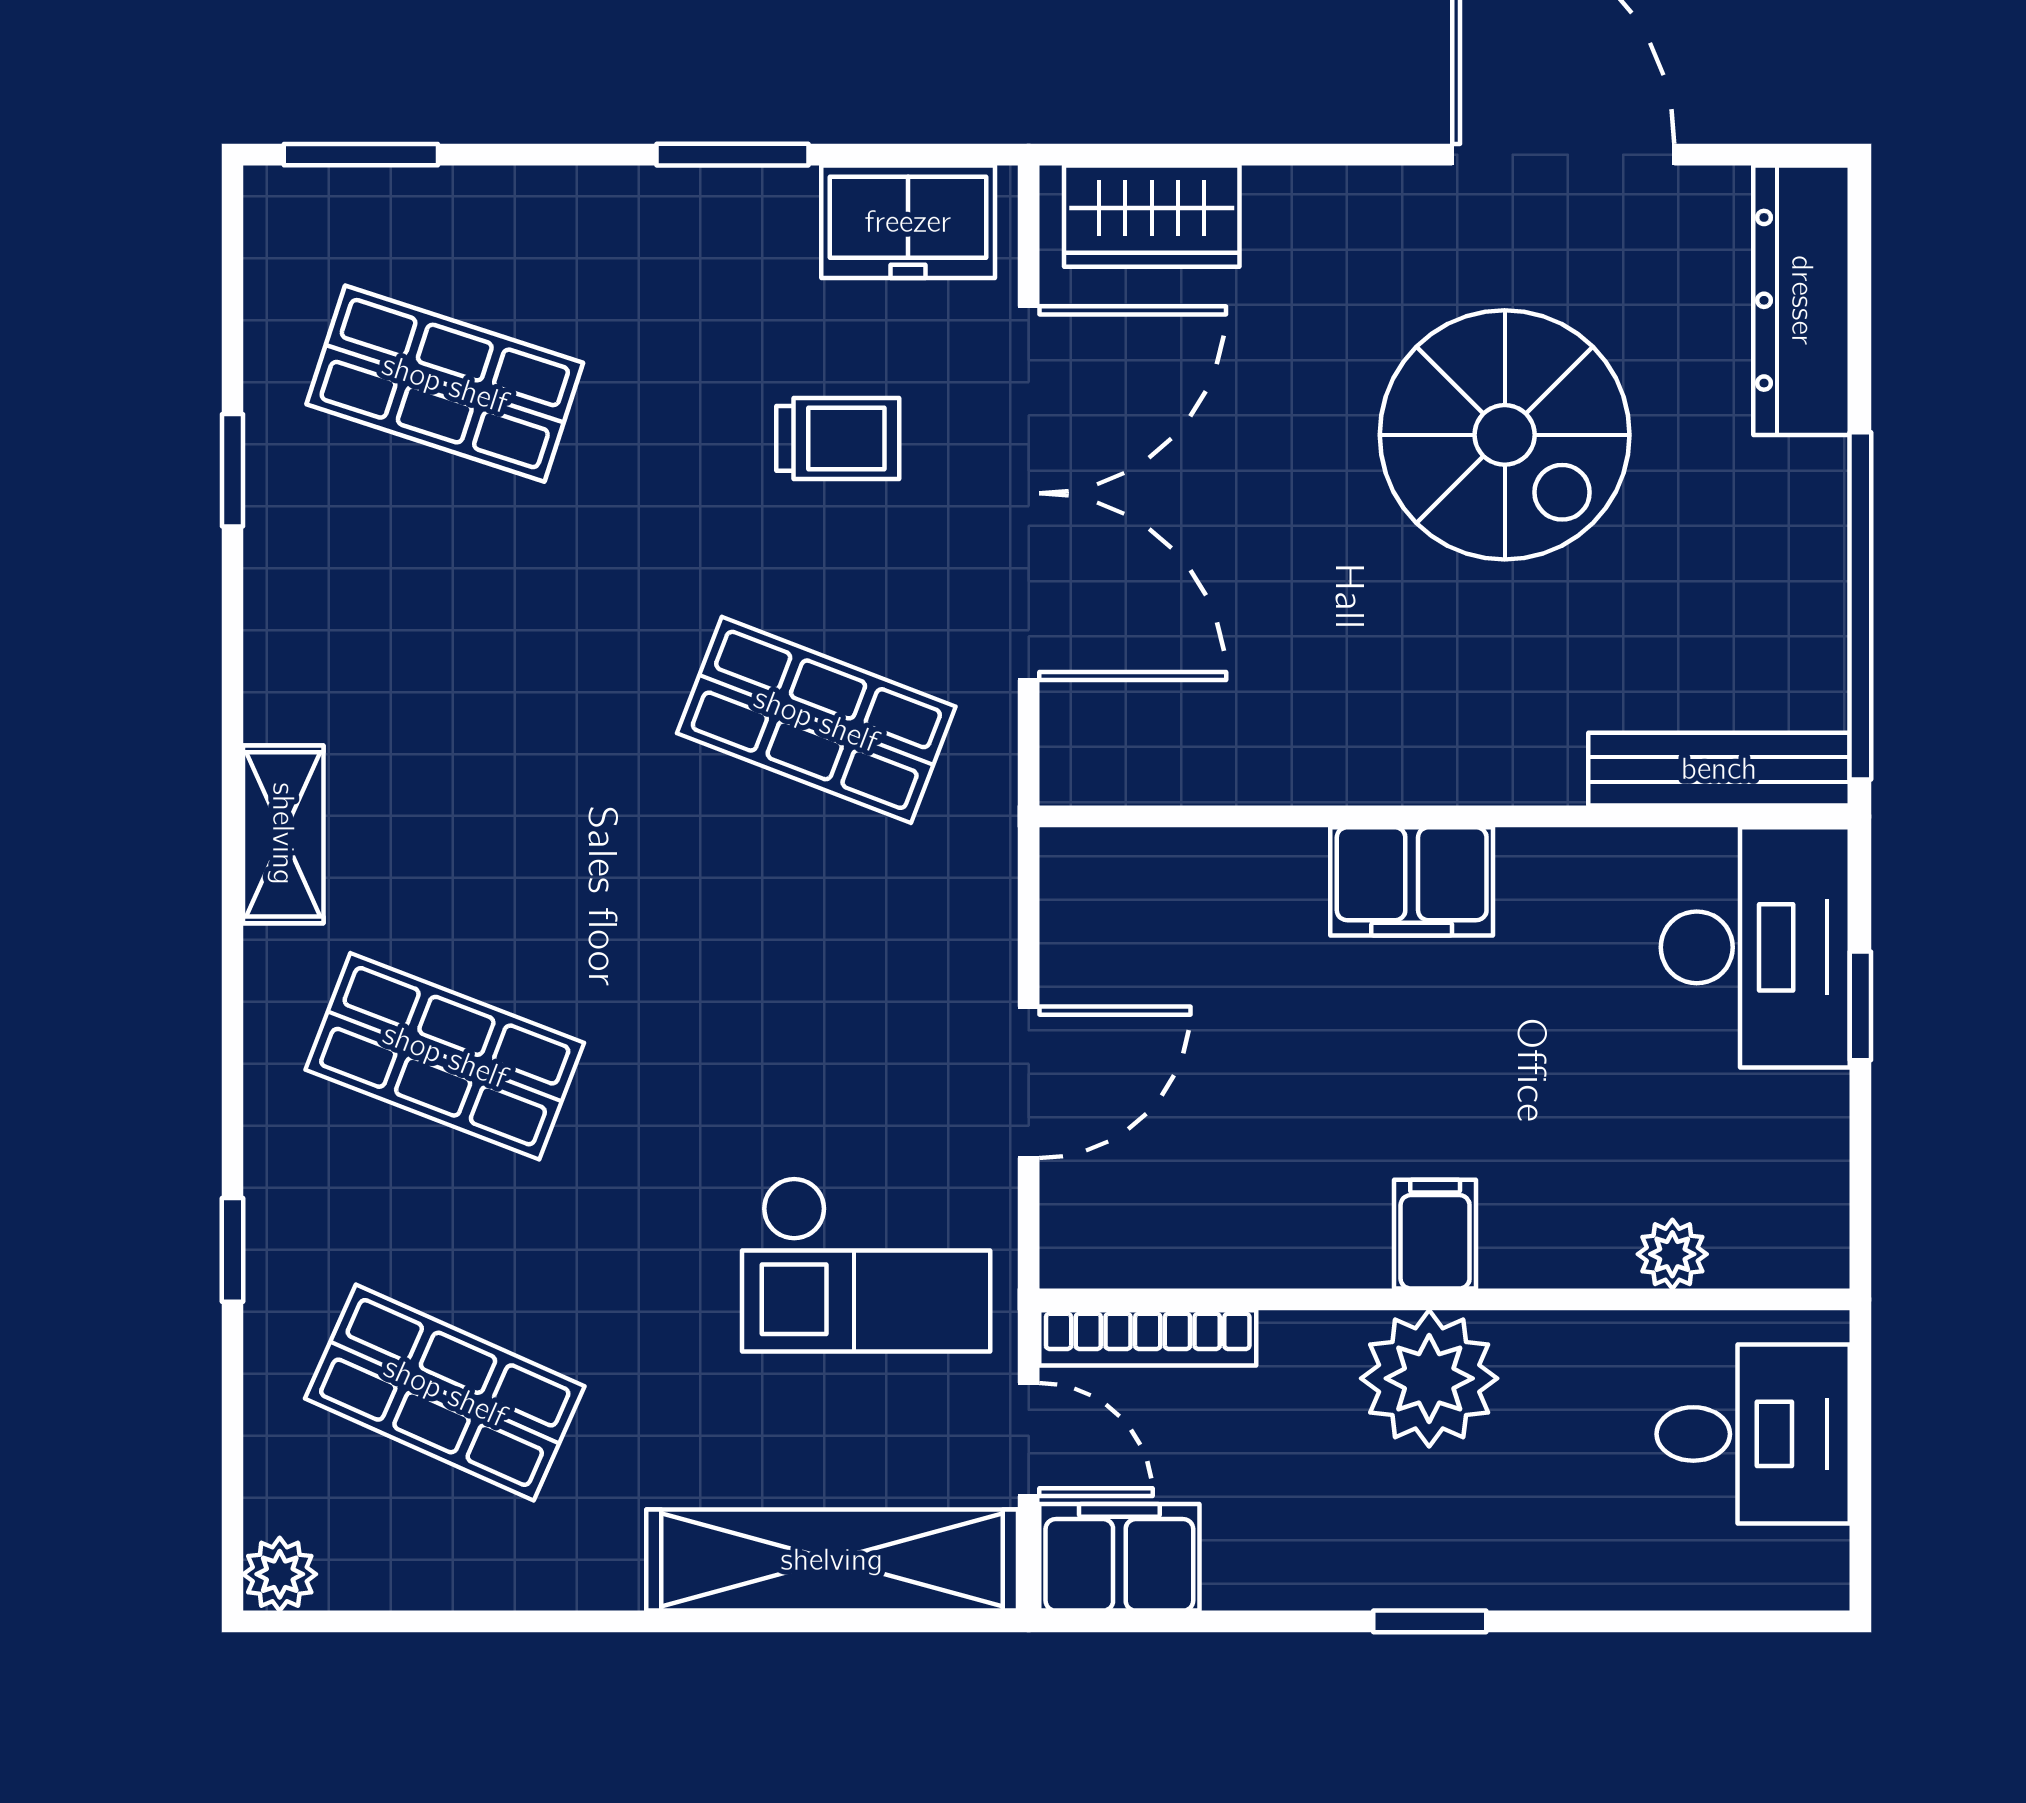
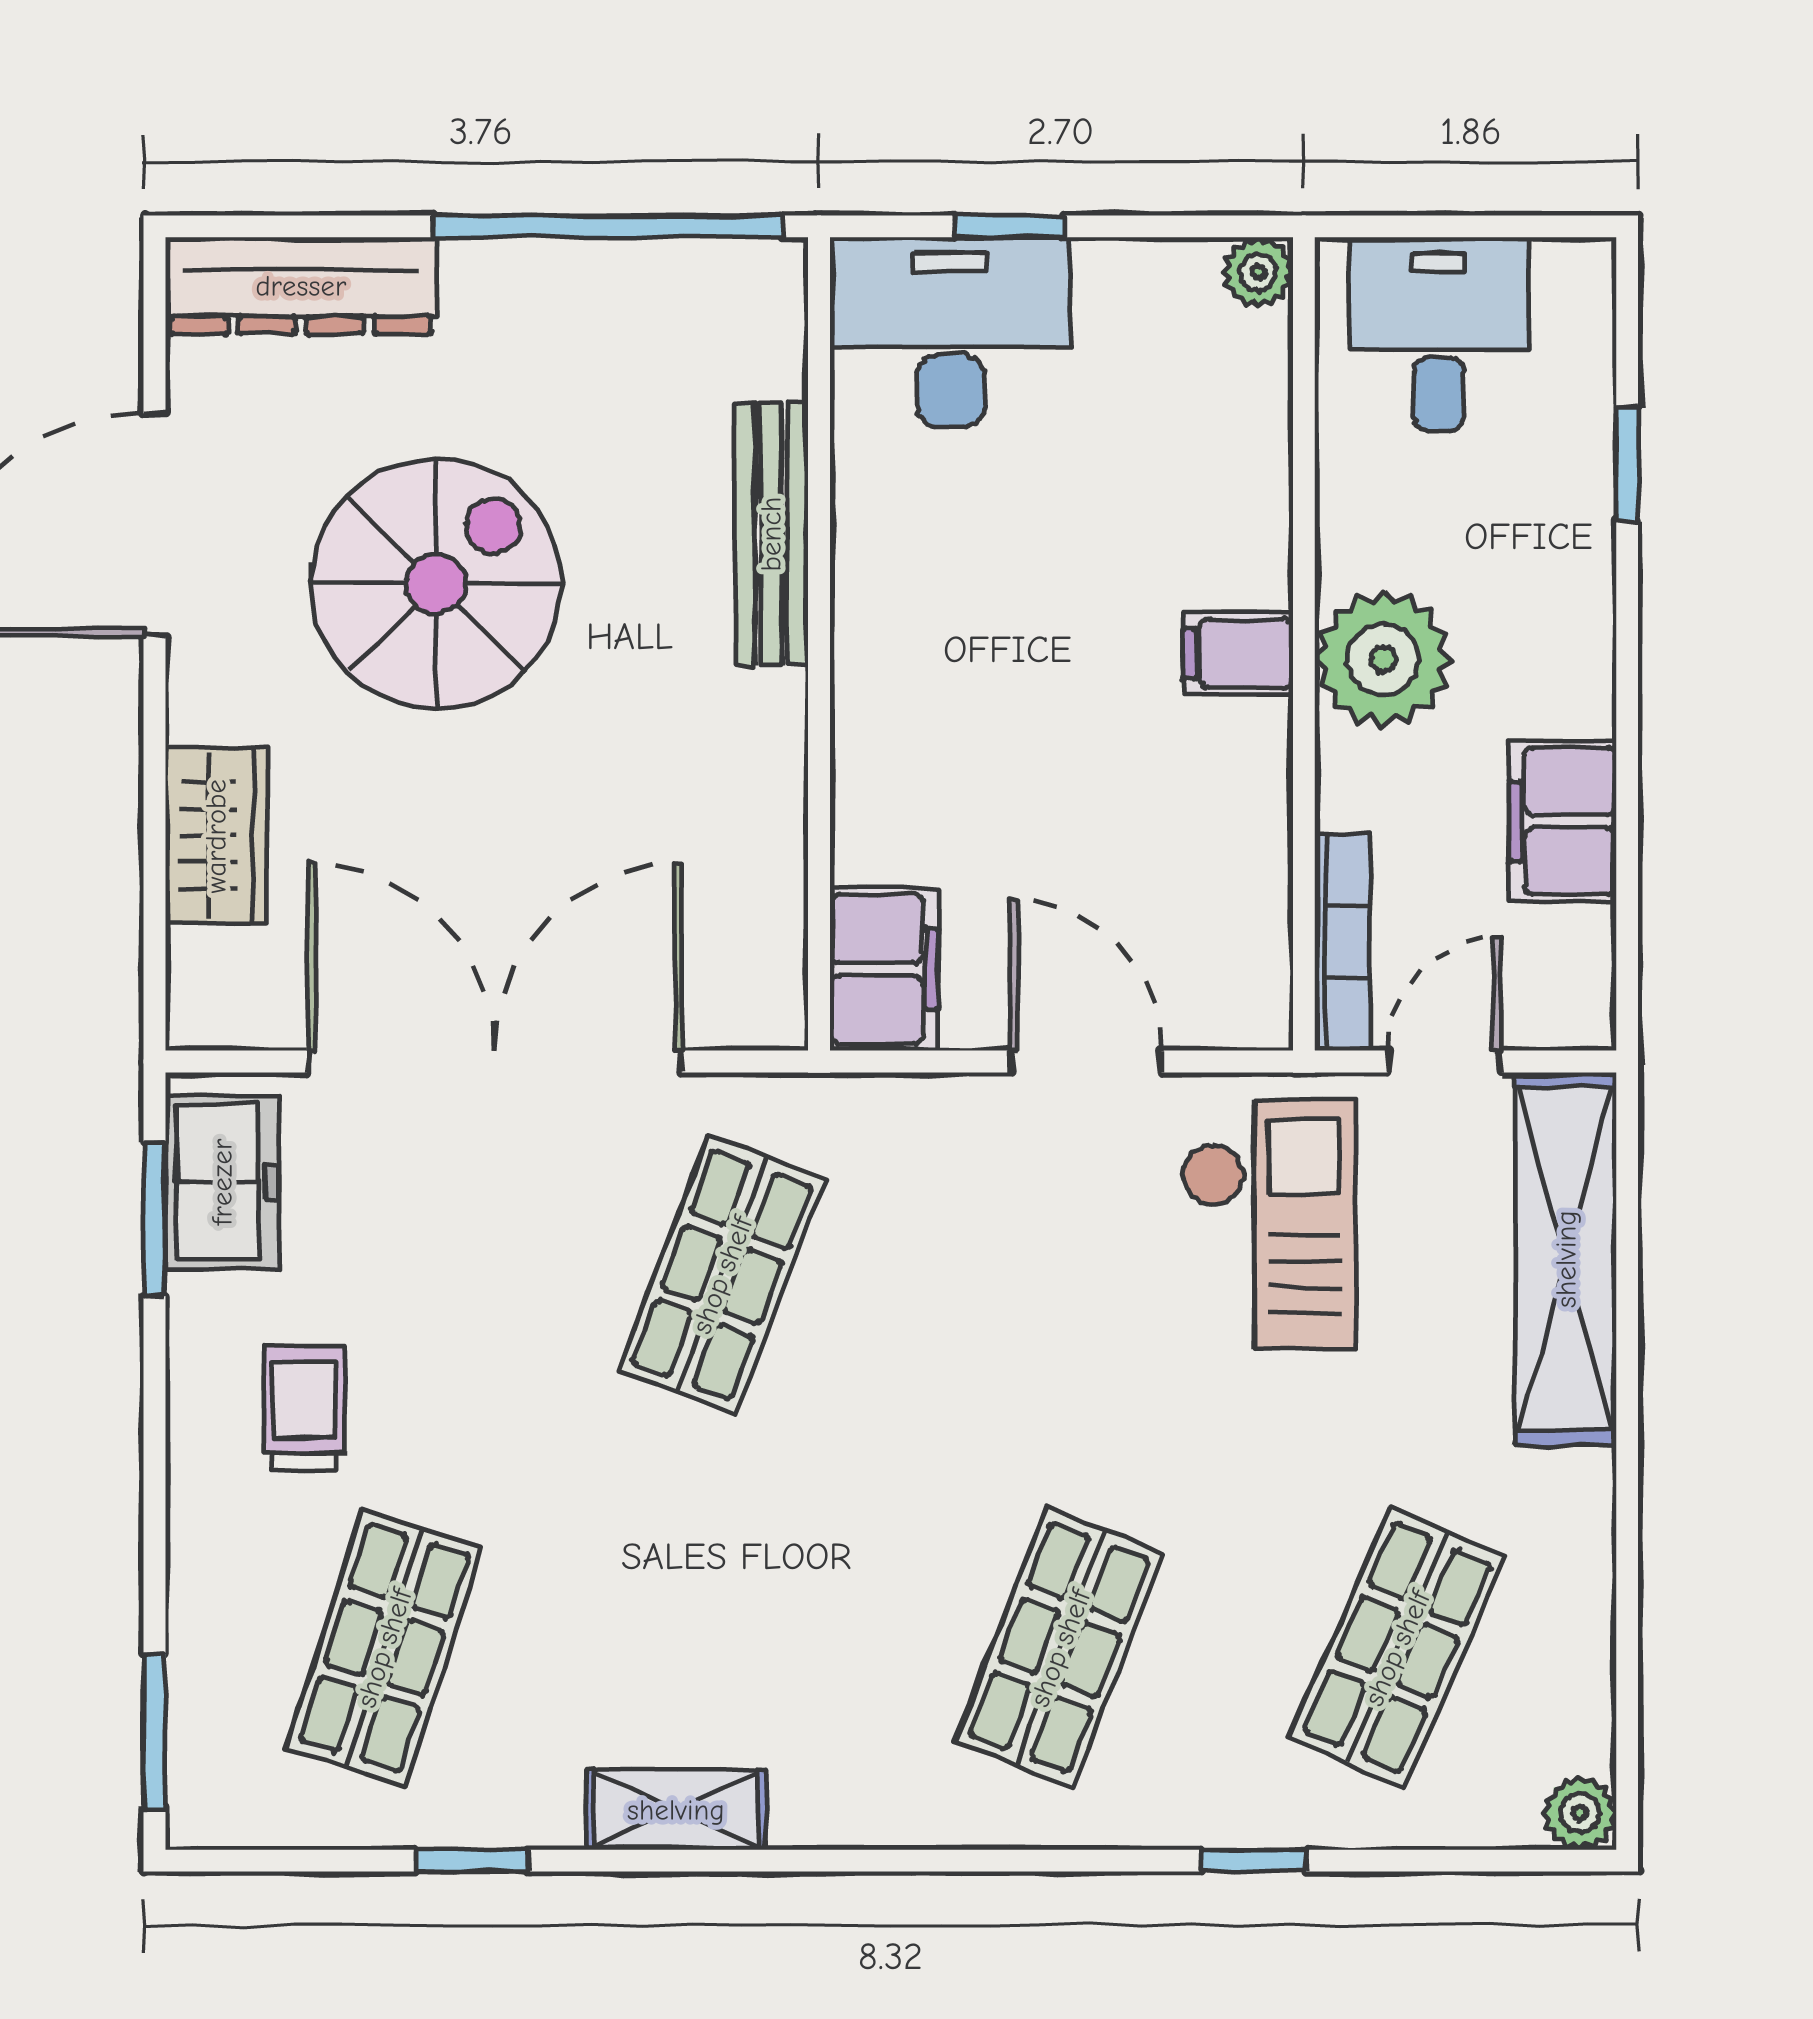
window: (732, 155) -> (154, 1219), moved
wardrobe: (1152, 216) -> (216, 836), moved
trolley: (838, 438) -> (304, 1408), moved
bench: (1719, 769) -> (771, 534), moved
shelving: (283, 834) -> (676, 1810), moved
filing cabinet: (1412, 881) -> (884, 969), moved
plant: (1672, 1254) -> (1258, 272), moved
filing cabinet: (1119, 1557) -> (1563, 821), moved
window: (1430, 1621) -> (1627, 464), moved

